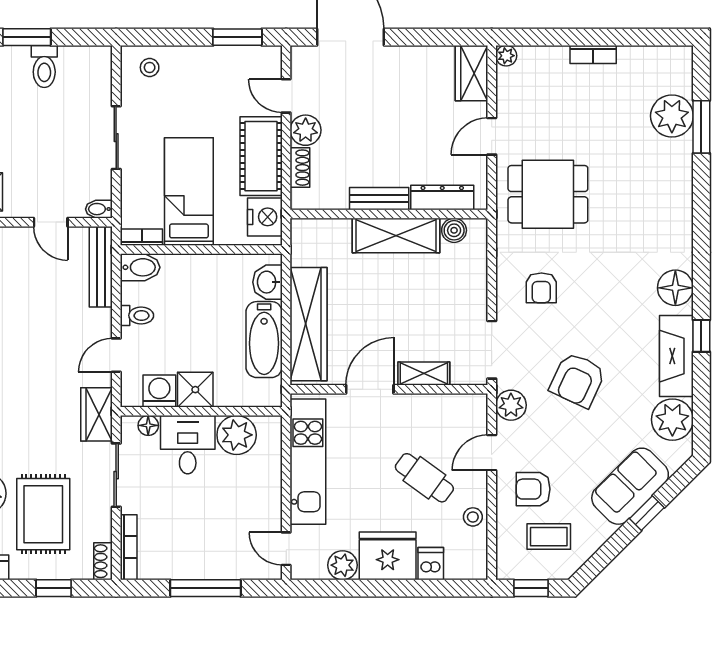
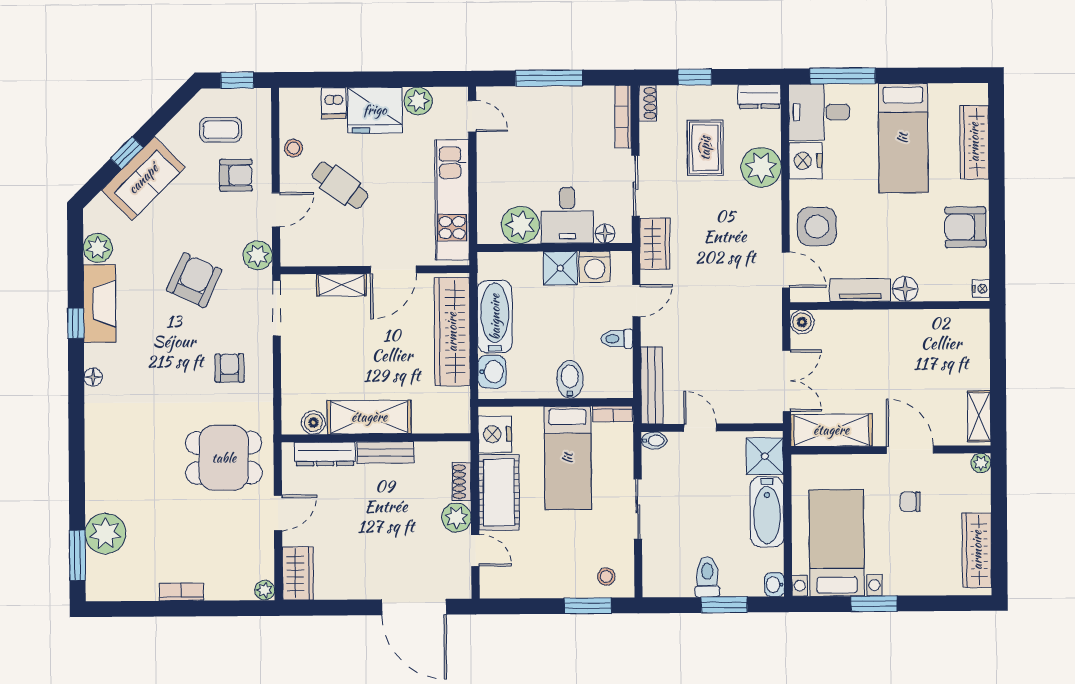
window: (237, 37) -> (588, 606), moved
window: (701, 127) -> (77, 555), moved
bidet: (140, 267) -> (570, 379), moved, turned 90
floor lamp: (675, 288) -> (93, 377), width x0.53, depth x0.53
plant: (672, 420) -> (98, 248), width x0.73, depth x0.73
rug: (43, 514) -> (705, 148), width x0.73, depth x0.70

